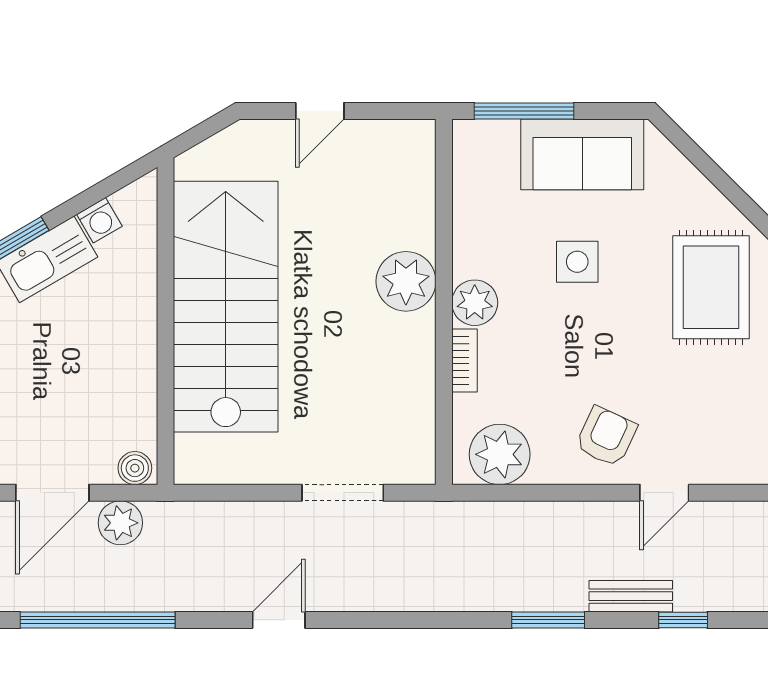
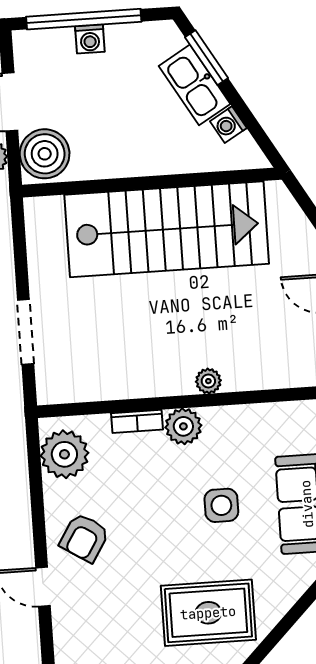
plant: (406, 281) -> (208, 381), width x0.53, depth x0.53
armchair: (606, 437) -> (84, 538), turned 97
boiler: (135, 468) -> (45, 154), width x1.86, depth x1.86

